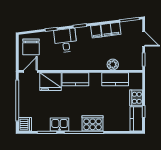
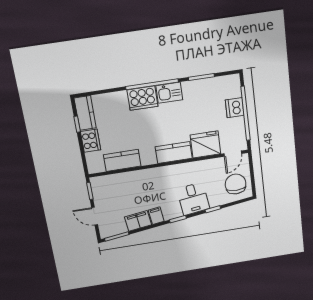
plant: (113, 64) -> (128, 179), removed
dishwasher: (25, 124) -> (235, 108), moved
kitchen sink: (60, 124) -> (169, 93), moved

